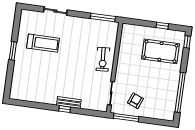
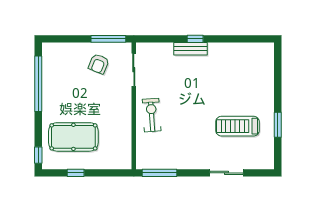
window: (13, 51) -> (278, 125), moved

